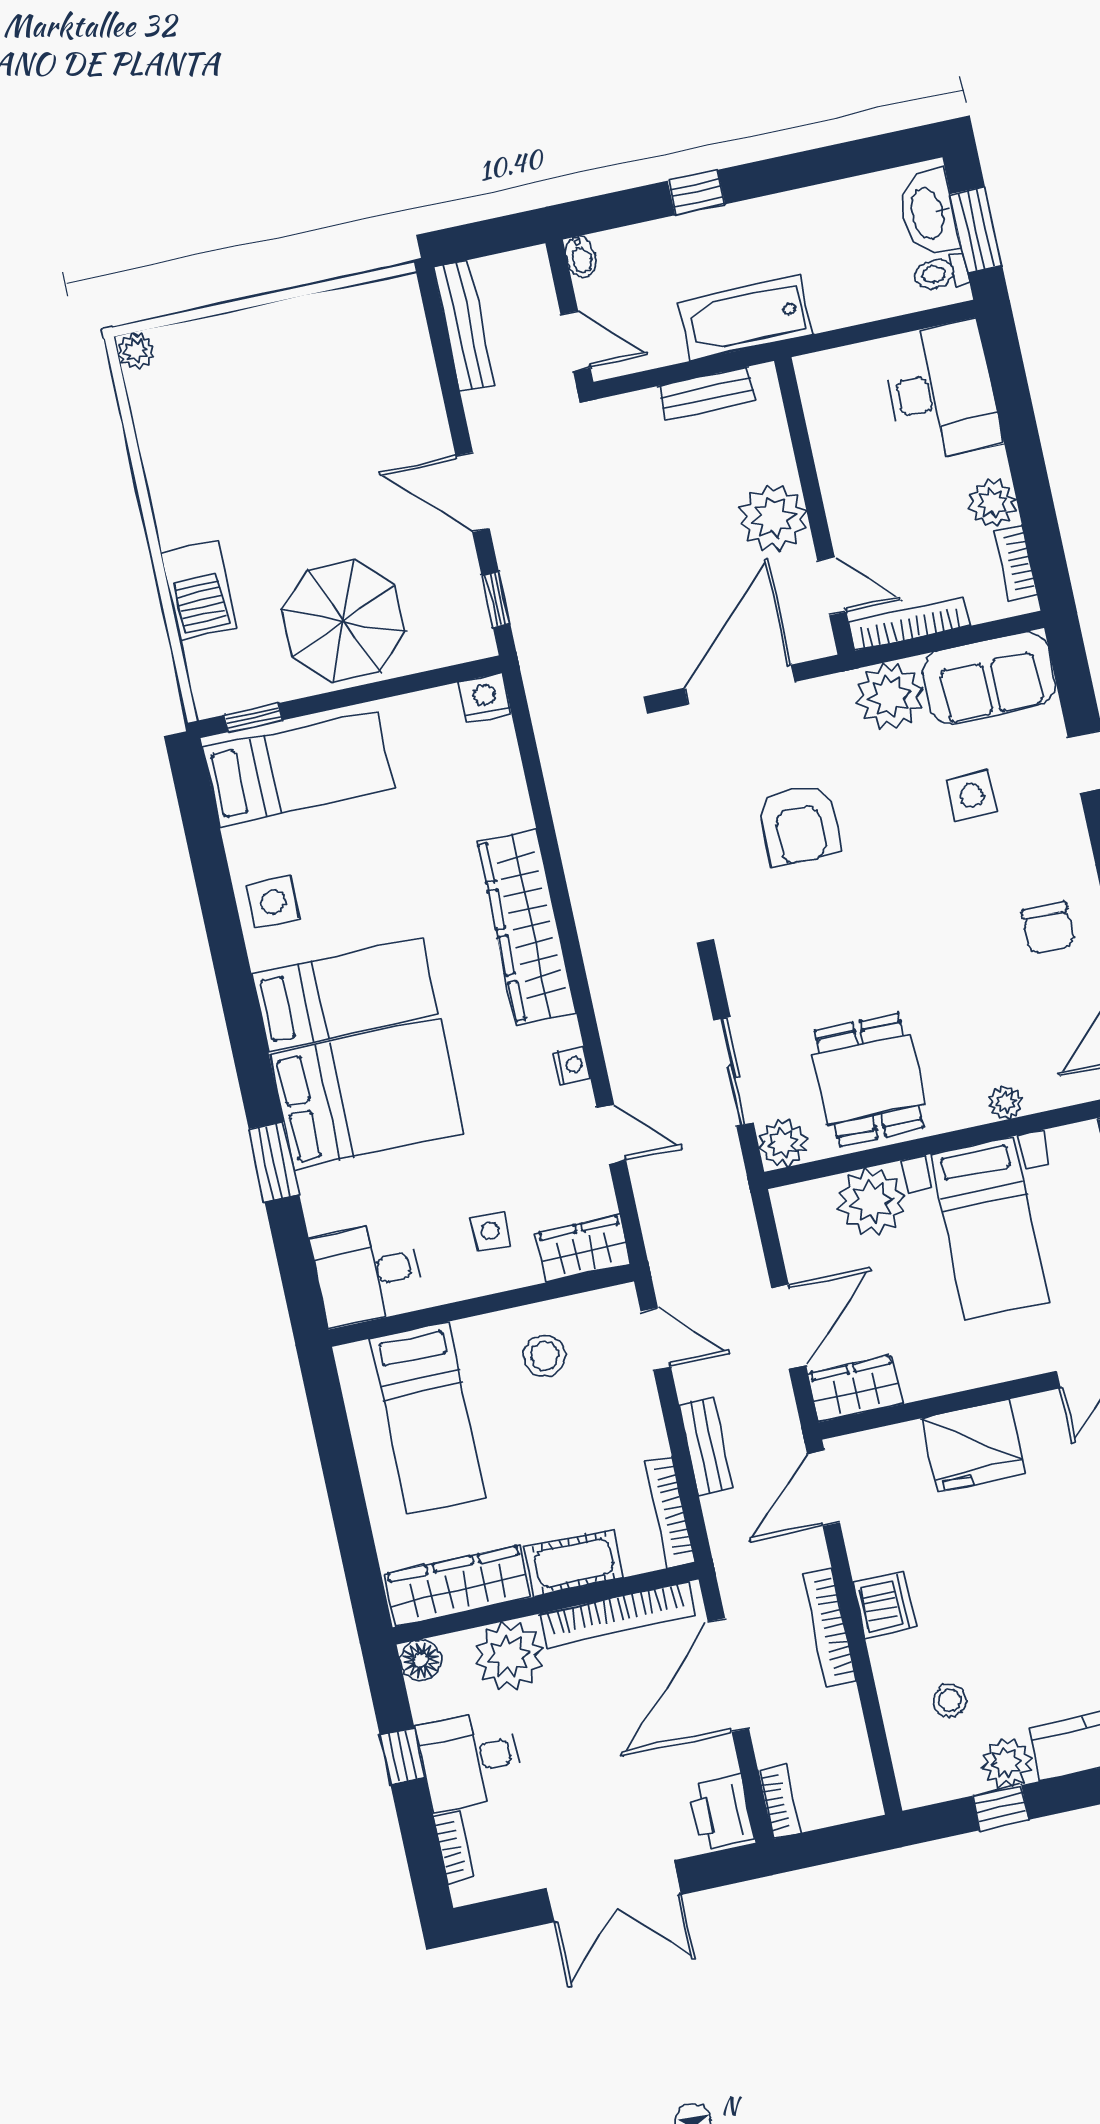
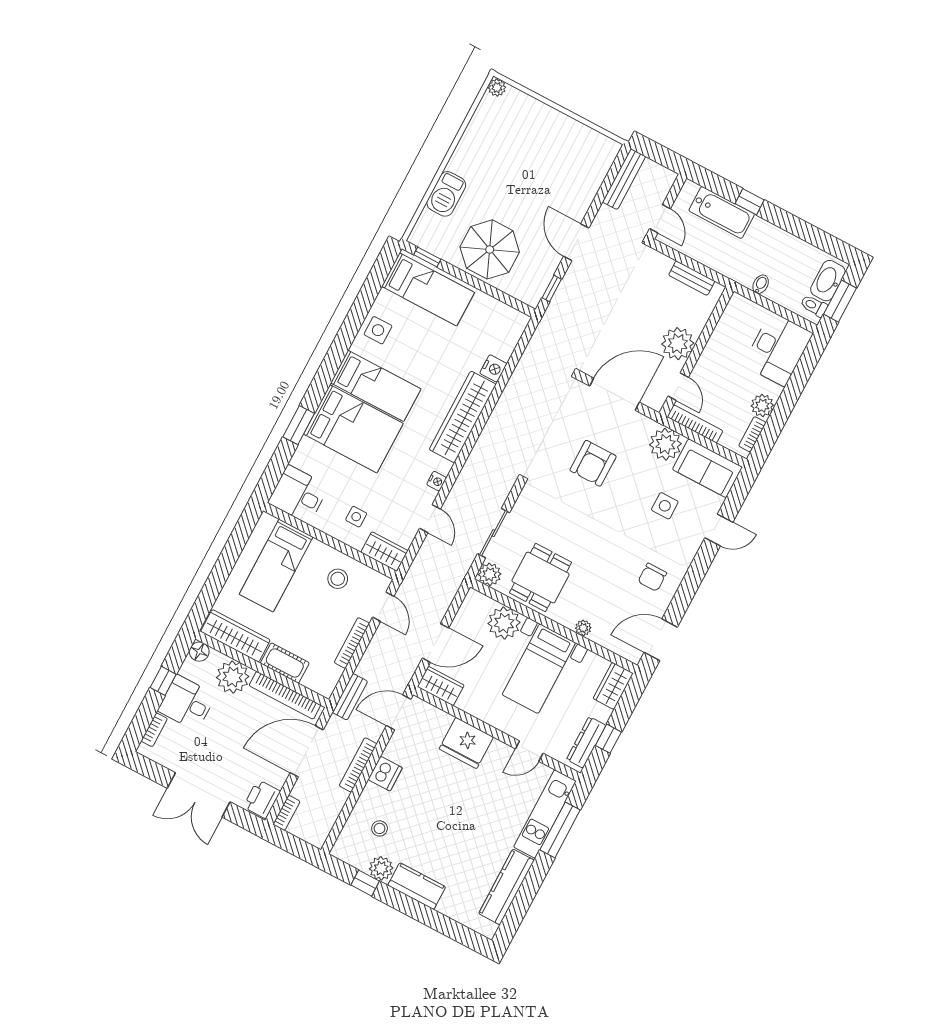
bidet: (581, 257) -> (761, 284), moved, turned 180
bathtub: (745, 319) -> (722, 212), moved, turned 180
nightstand: (485, 698) -> (493, 368), moved, turned 90
bench: (706, 1446) -> (350, 697), moved
bookcase: (670, 1512) -> (352, 643), moved

